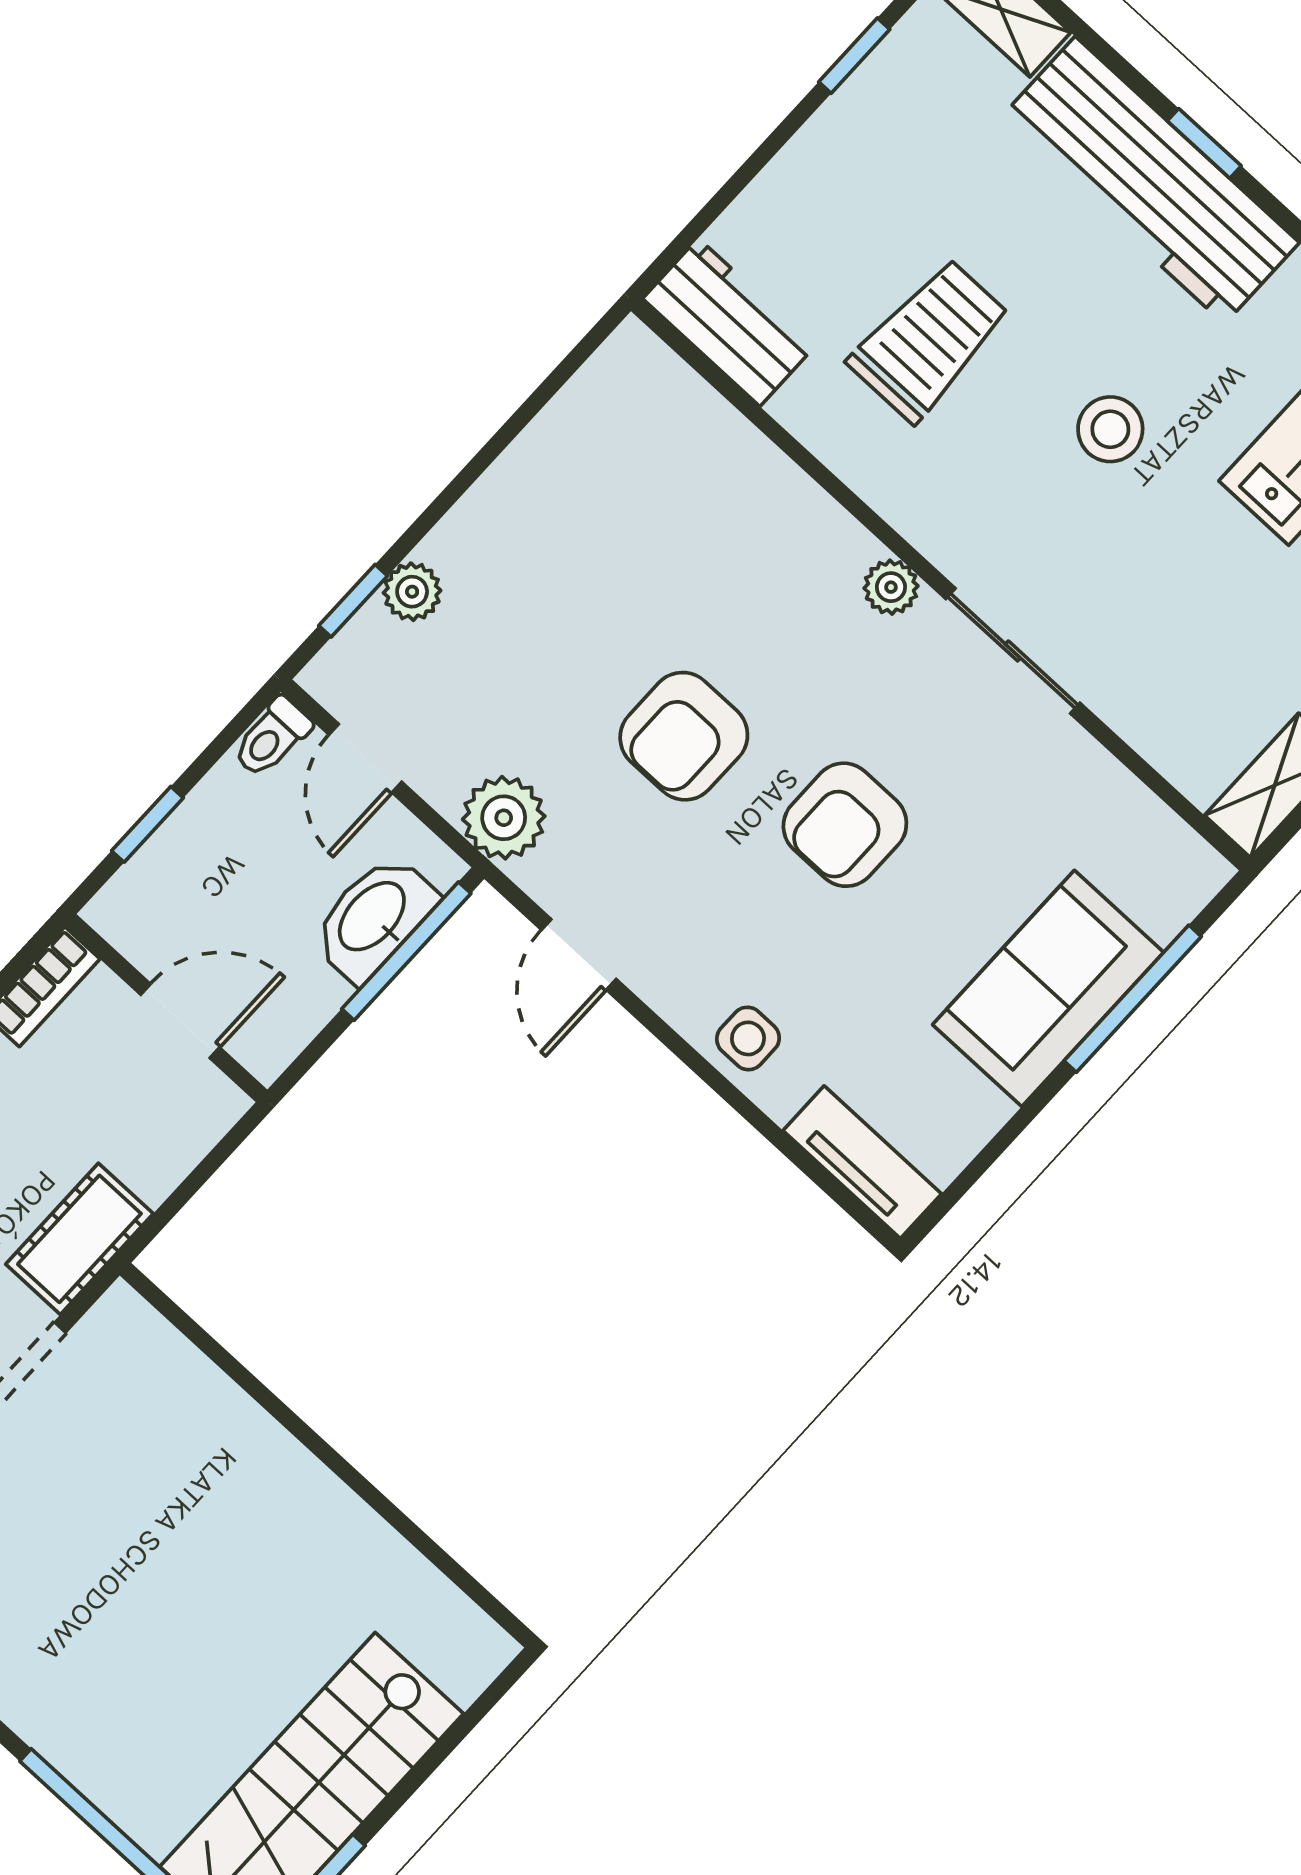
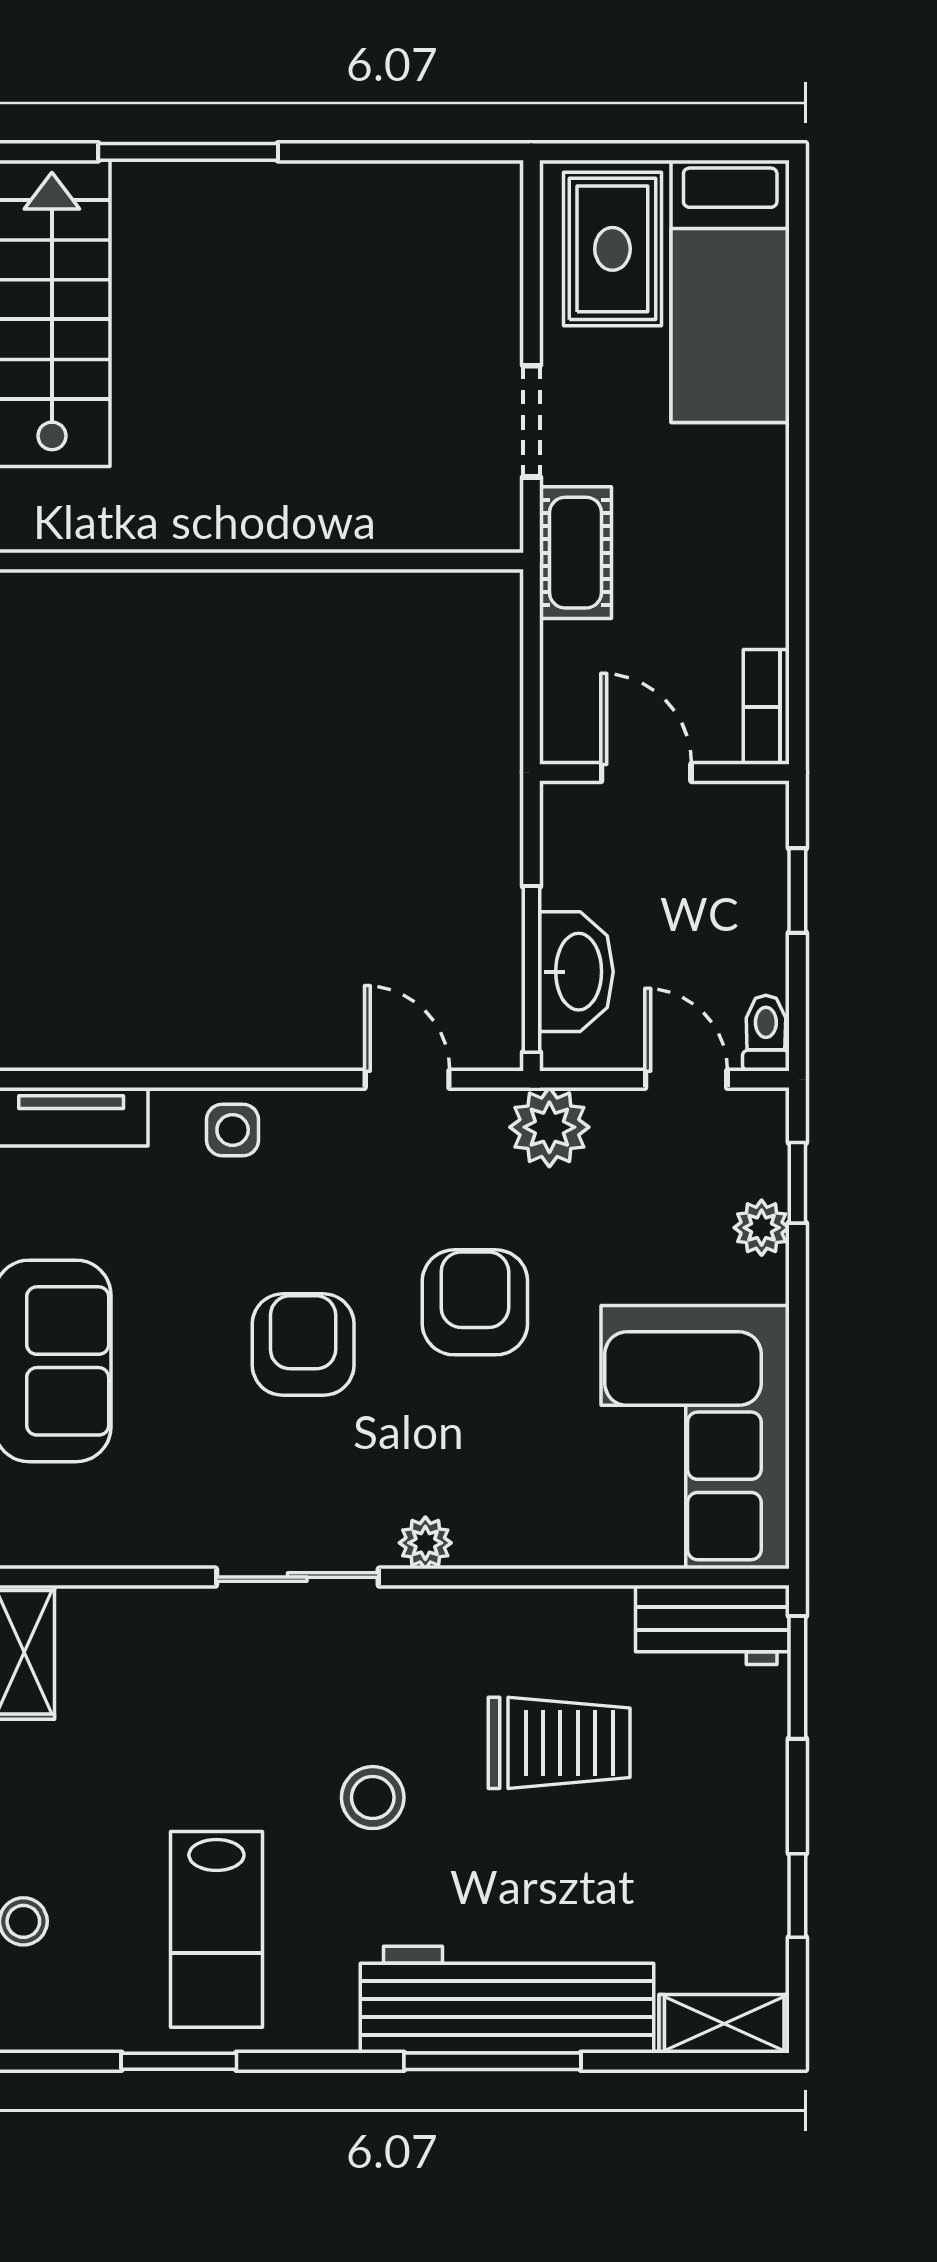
window: (1204, 143) -> (492, 2061), width x2.17
window: (701, 222) -> (797, 1677), added
trolley: (929, 340) -> (559, 1743), turned -90
corner sofa: (610, 478) -> (695, 1437), added
door: (180, 1021) -> (646, 772), swing flipped

